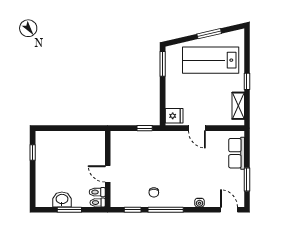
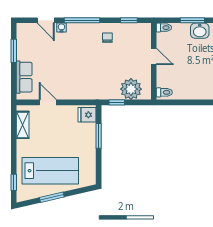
window: (163, 64) -> (99, 136), moved
window: (247, 81) -> (14, 182), moved
door: (197, 128) -> (48, 102), moved
plant: (130, 141) -> (131, 89), added
toilet: (97, 192) -> (164, 92), moved
window: (166, 210) -> (82, 20), moved
door: (229, 210) -> (46, 20), moved

